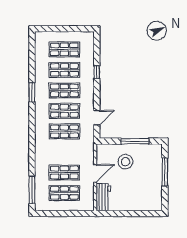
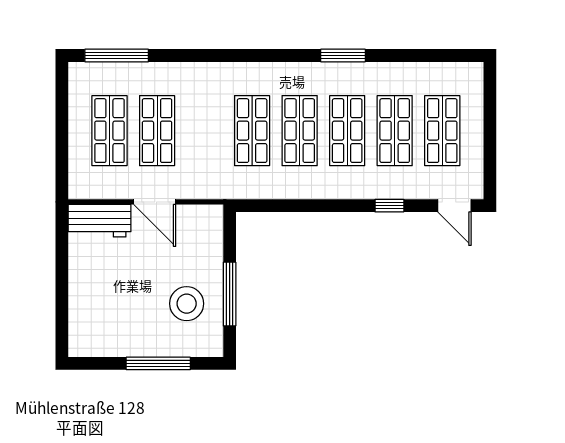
door: (97, 118) -> (454, 206), moved
stool: (126, 162) -> (187, 304), moved

